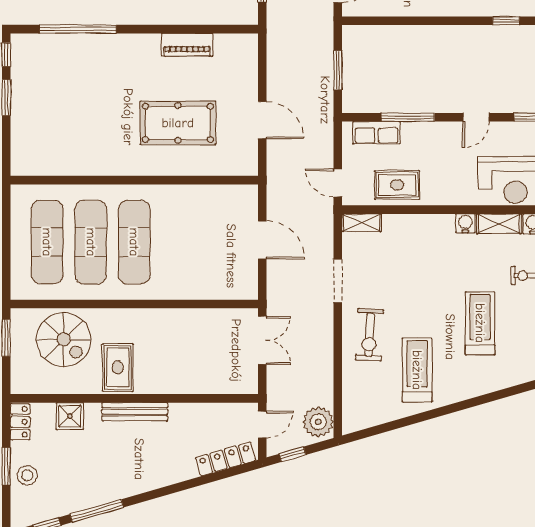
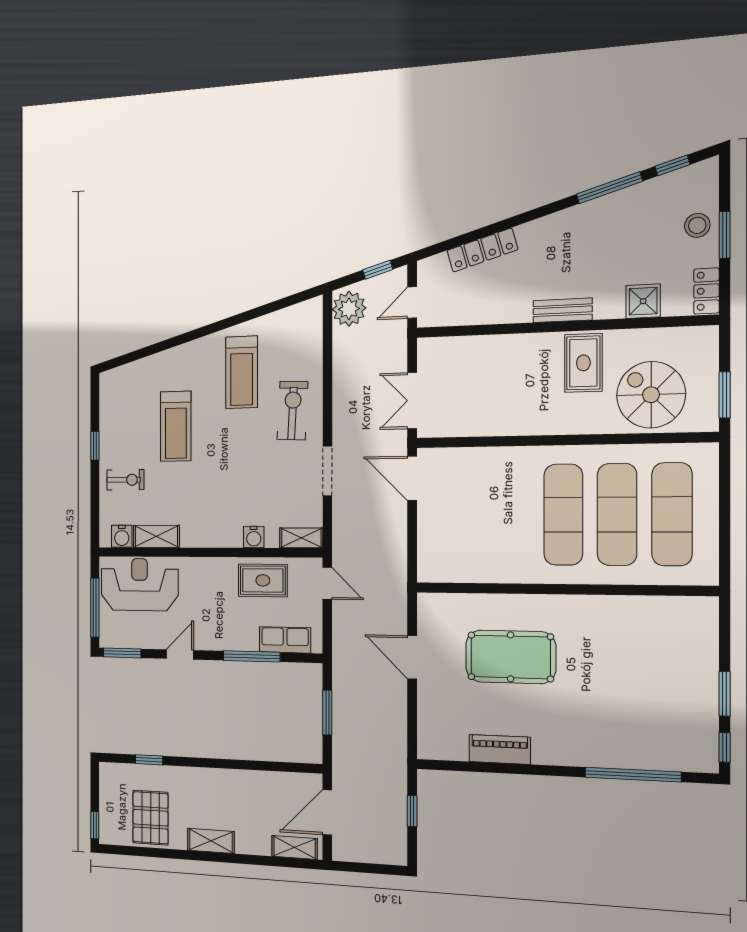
water cooler: (465, 223) -> (254, 537), moved
door: (262, 240) -> (412, 478), moved
bench: (135, 412) -> (563, 310), width x0.73
locker: (226, 459) -> (482, 250), moved

